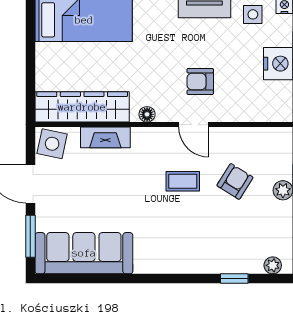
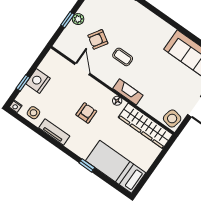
armchair: (200, 81) -> (86, 113), moved, turned -90
door: (194, 125) -> (82, 69), moved
fireplace: (105, 137) -> (128, 92), moved

